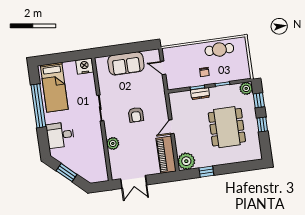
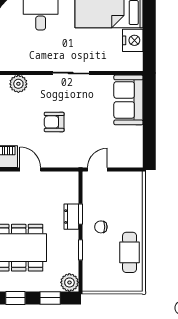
sofa: (126, 63) -> (128, 100), moved
nightstand: (84, 66) -> (133, 40), moved
door: (163, 68) -> (97, 170), moved

